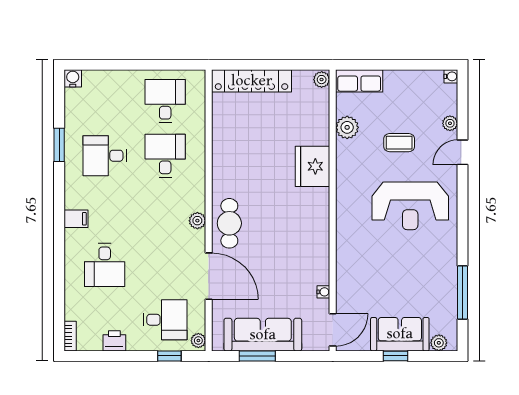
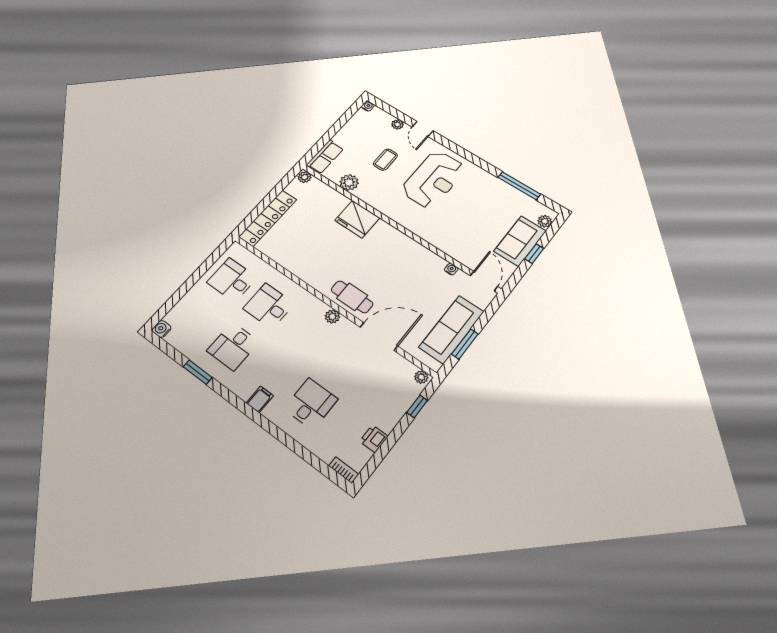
desk: (105, 265) -> (311, 404), turned -90
desk: (165, 320) -> (387, 390), removed

